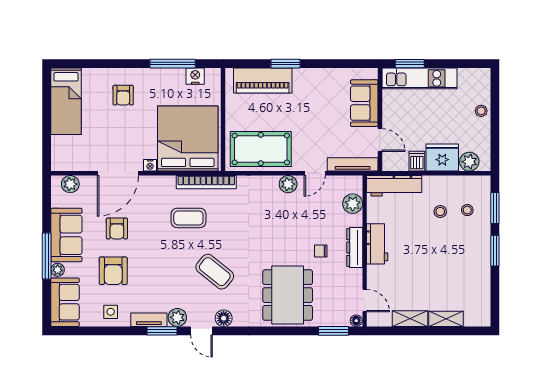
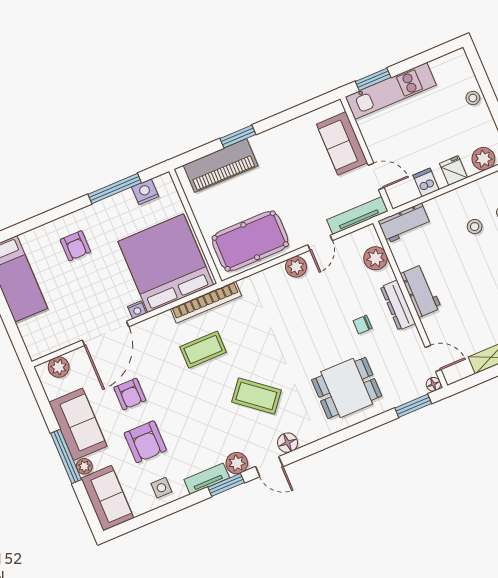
fridge: (442, 158) -> (454, 171), width x0.53, depth x0.75
workbench: (394, 186) -> (404, 223), width x0.73
dining table: (288, 295) -> (347, 388), width x0.73

